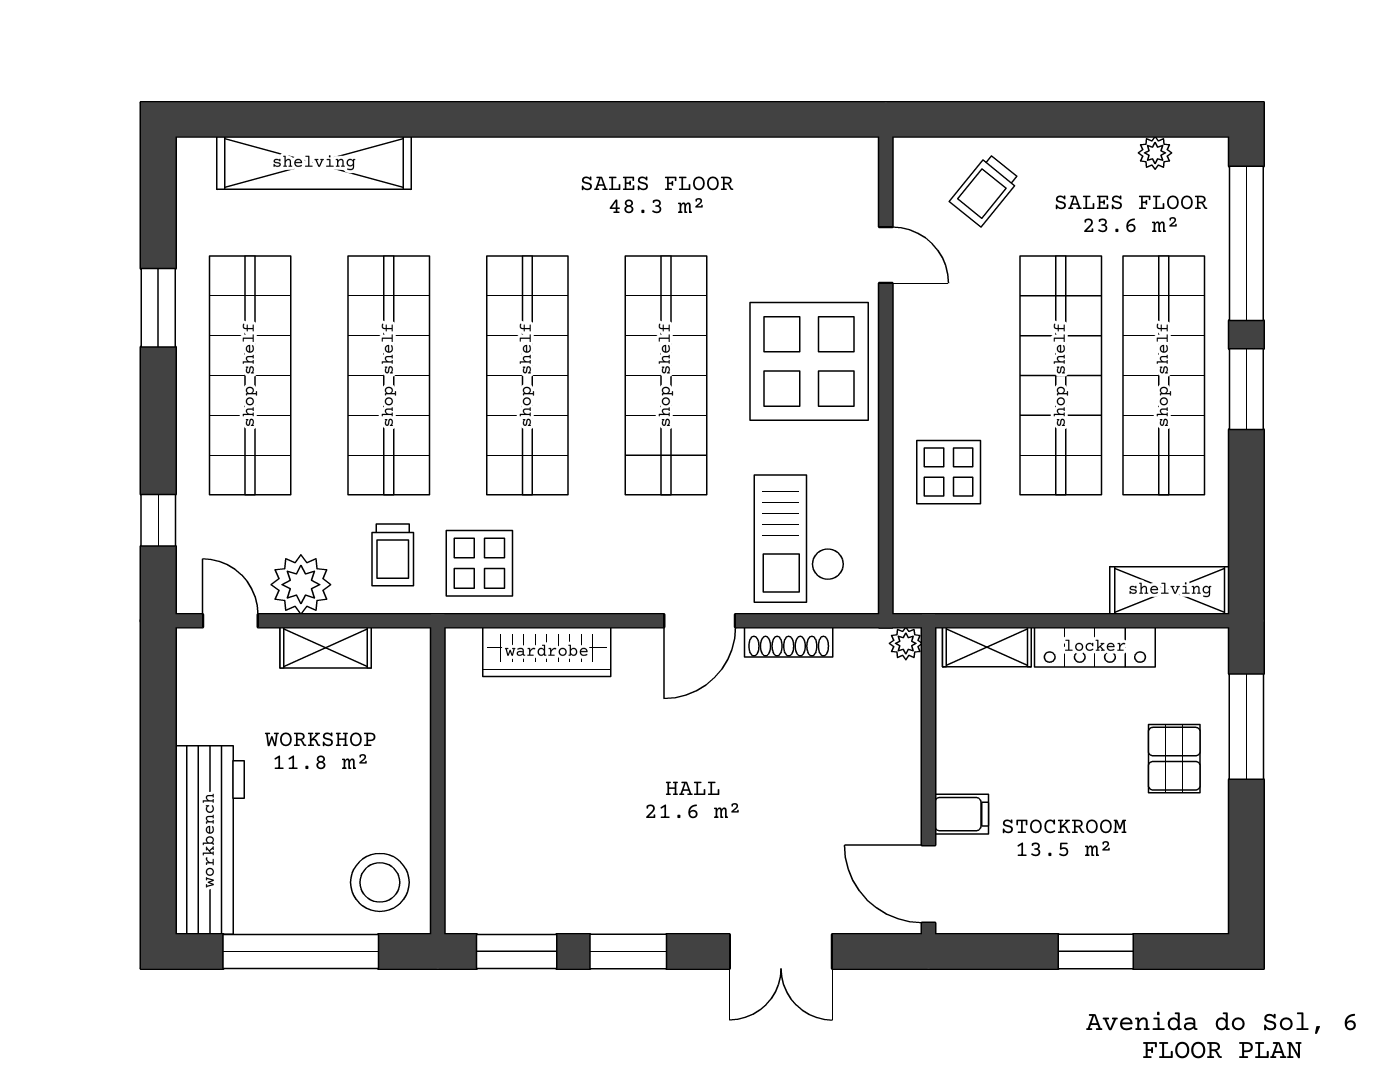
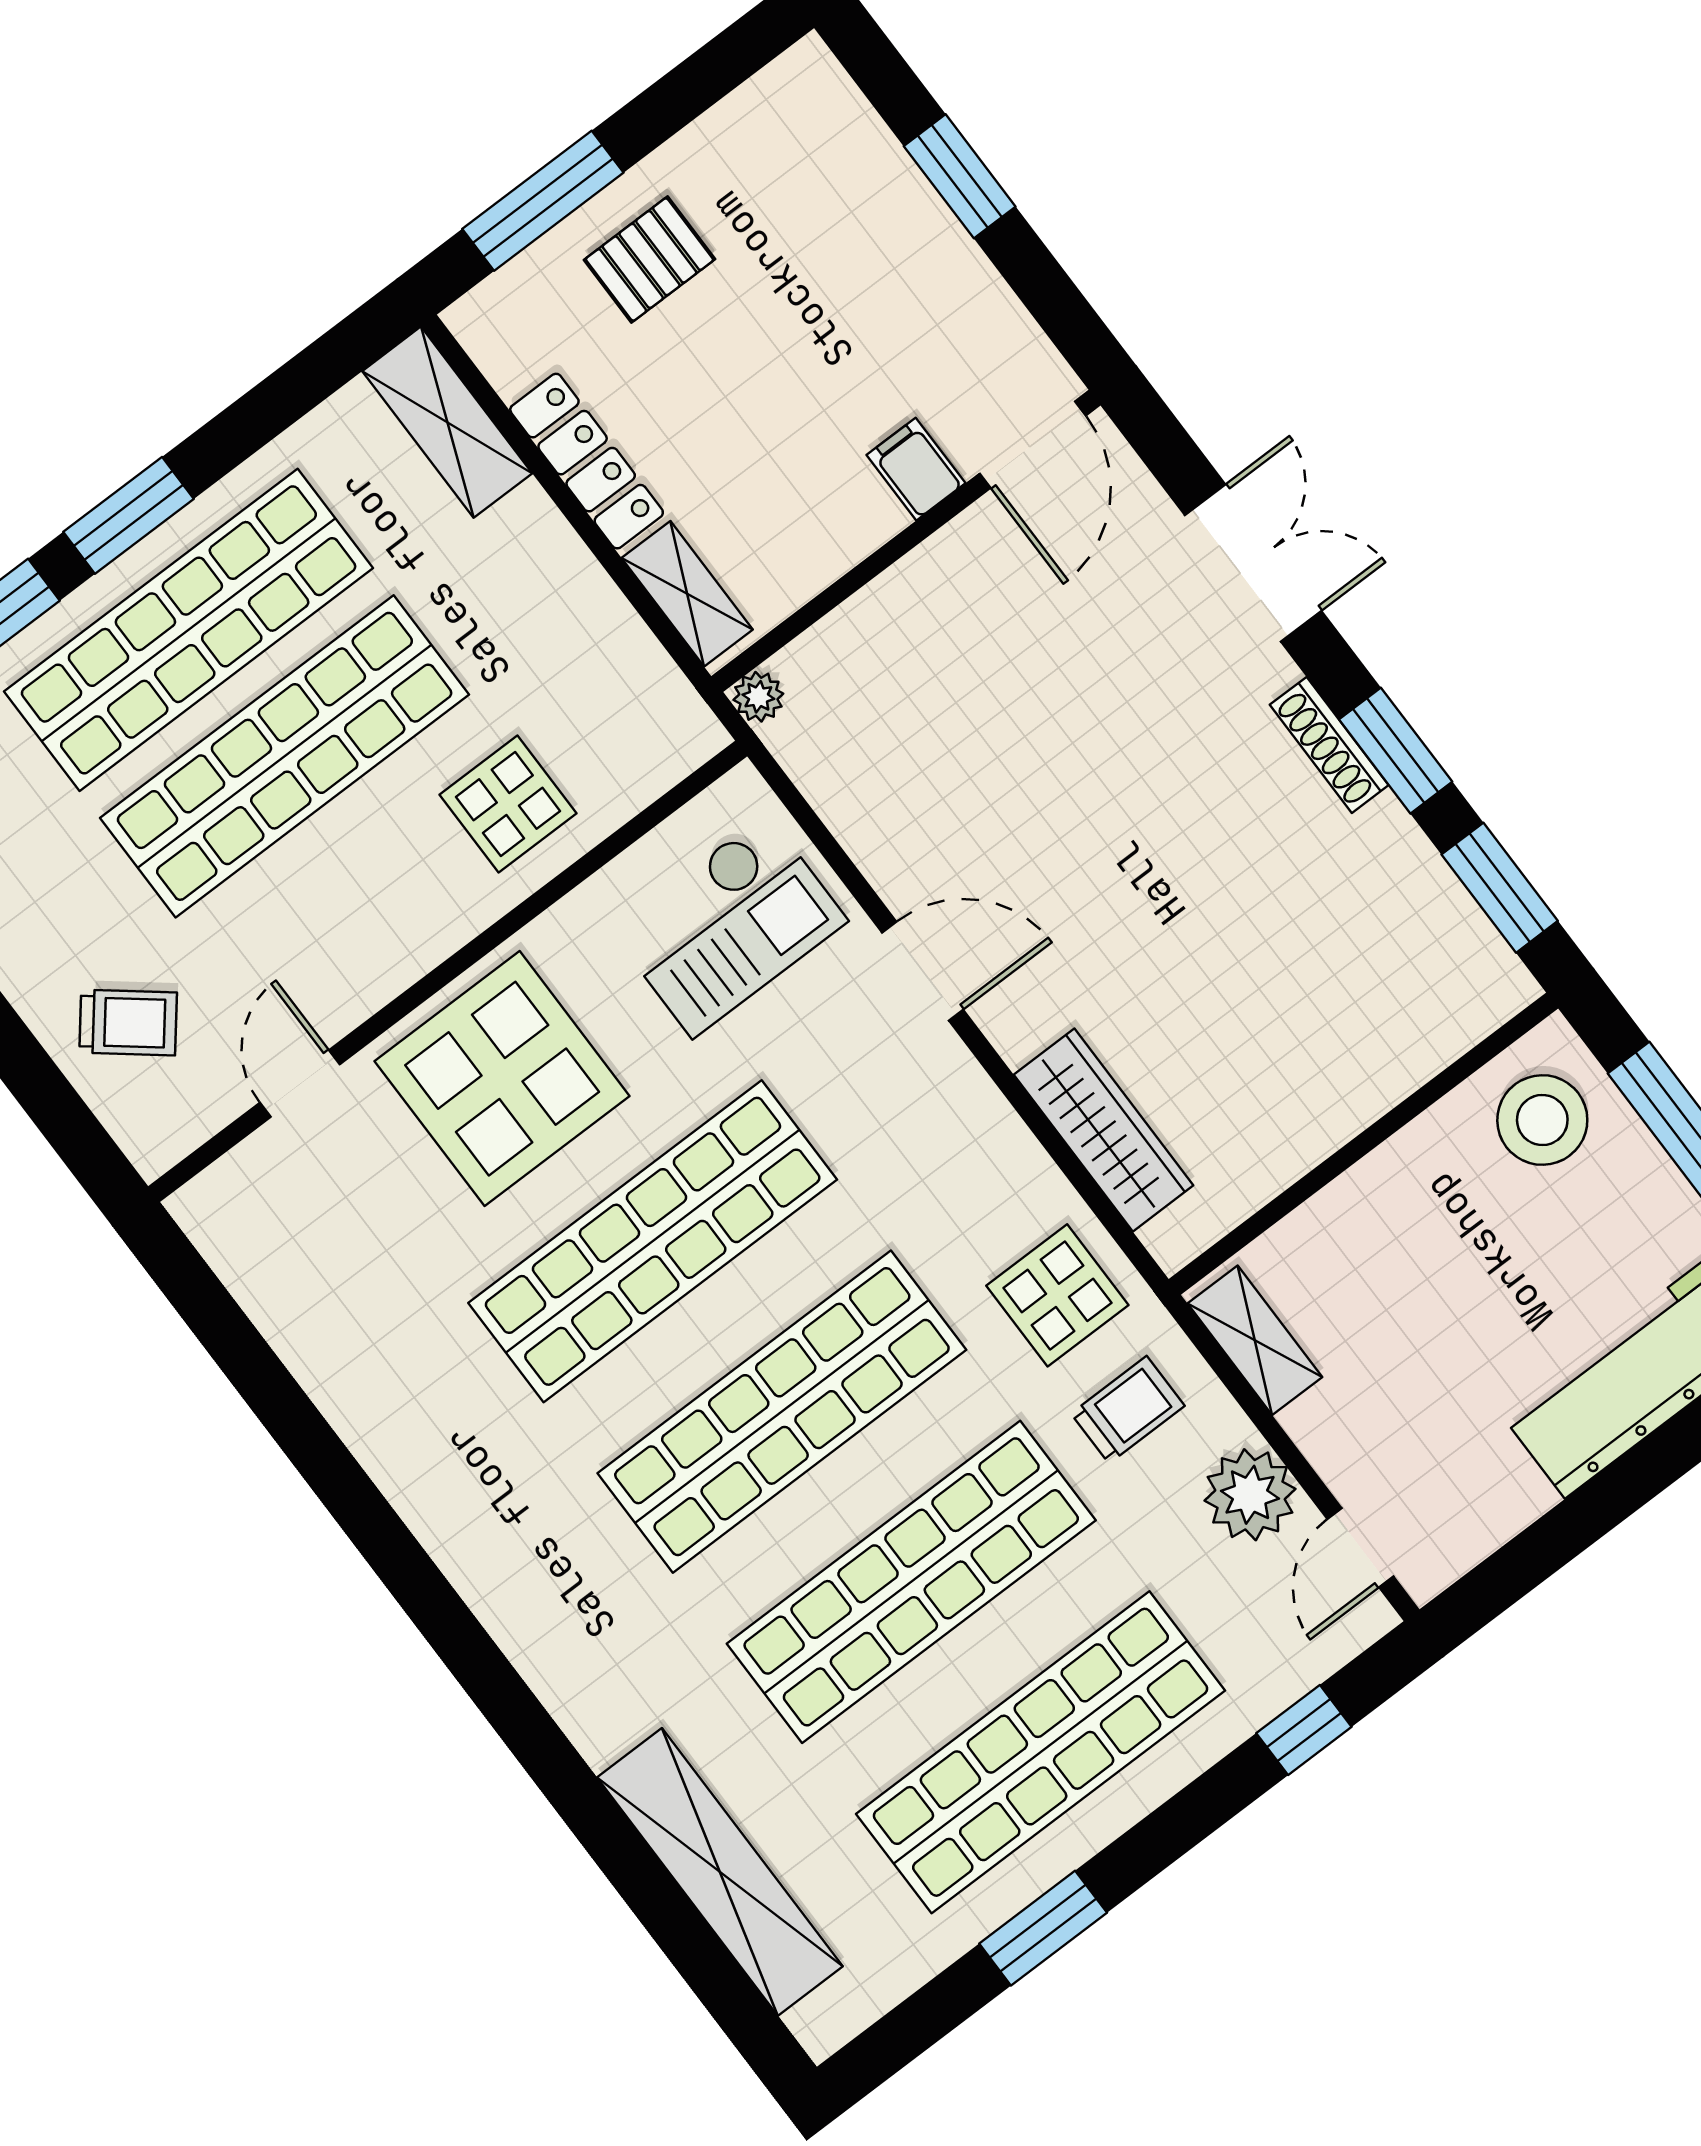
shoe rack: (789, 642) -> (1329, 745), moved, turned 180
shelving: (326, 648) -> (1255, 1340), moved

